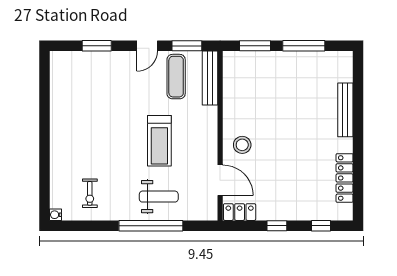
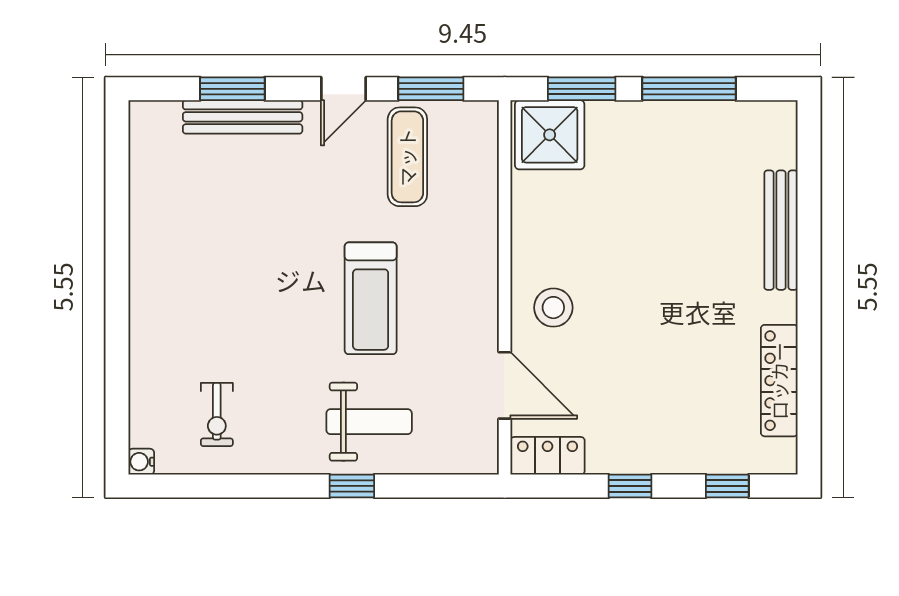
shower: (241, 67) -> (550, 135), added
bench: (210, 78) -> (243, 117), moved, turned 90
window: (151, 226) -> (352, 486), width x0.32

